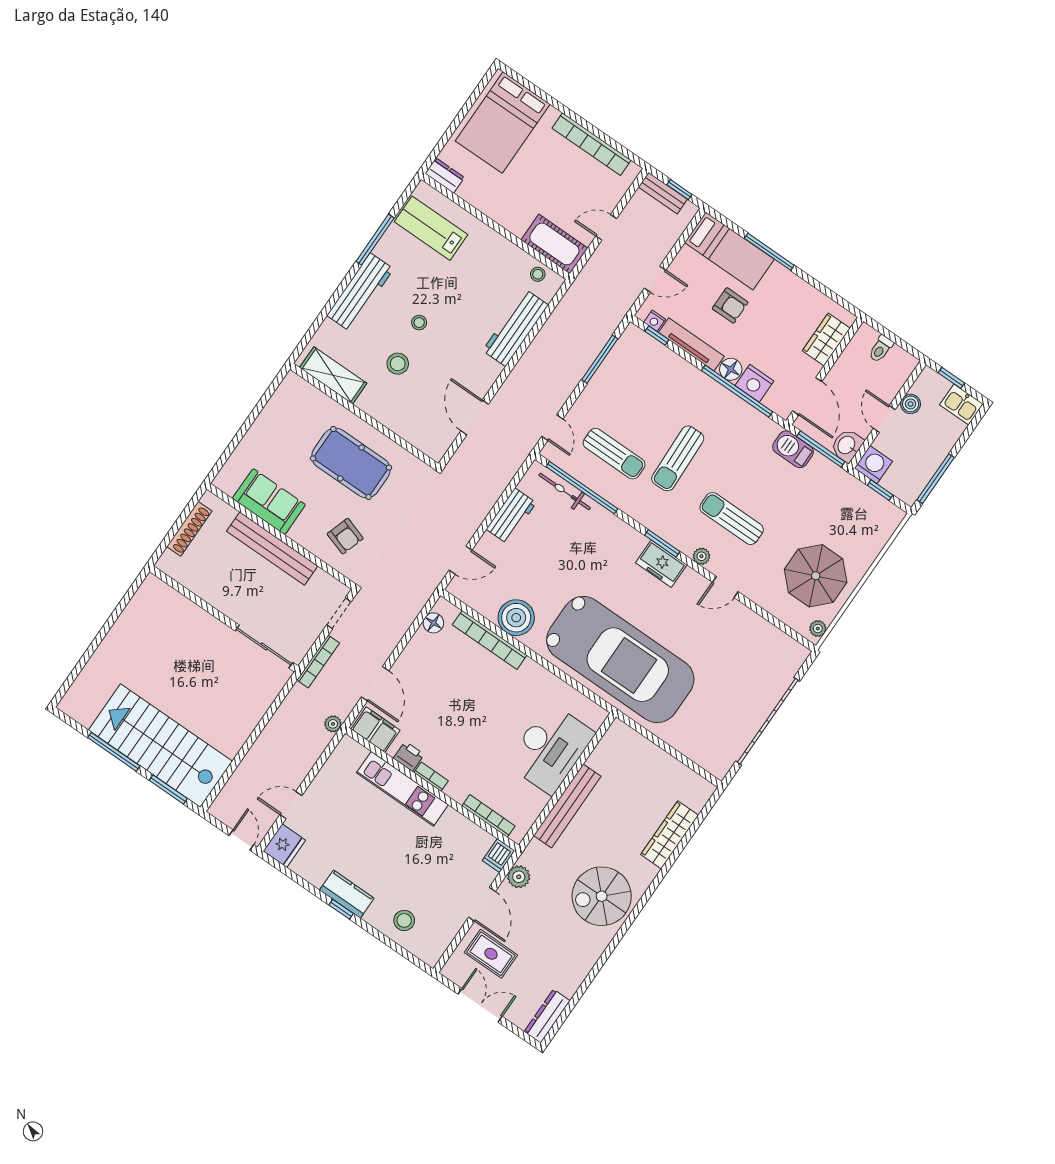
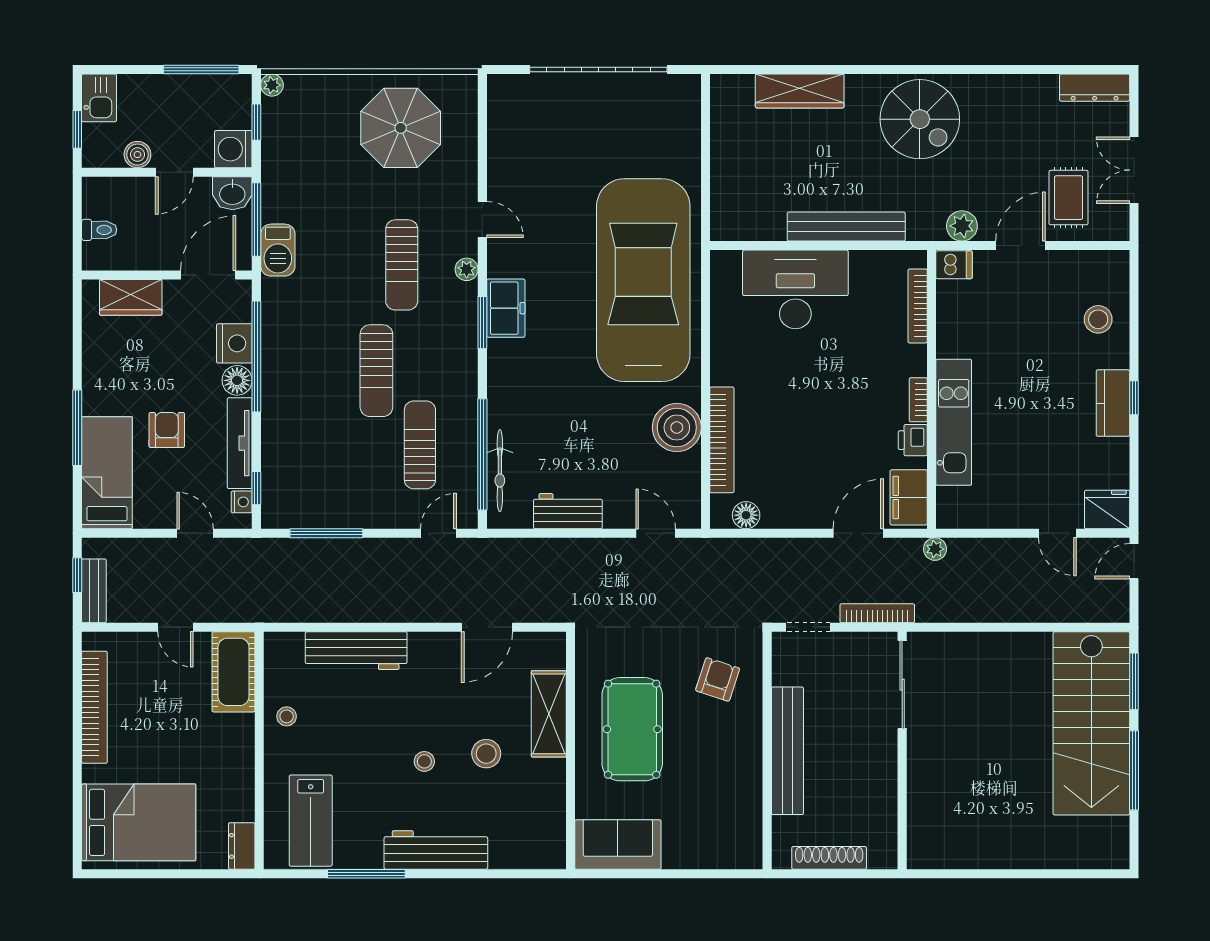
stool: (538, 274) -> (287, 716), moved
shelving: (333, 375) -> (549, 714), moved
sun lounger: (678, 458) -> (376, 371), turned 92
sofa: (269, 502) -> (618, 844), moved, turned 90
plant: (818, 629) -> (272, 85), moved

